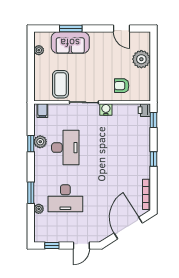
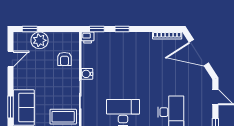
window: (153, 49) -> (30, 29), added
window: (153, 159) -> (122, 29), moved

